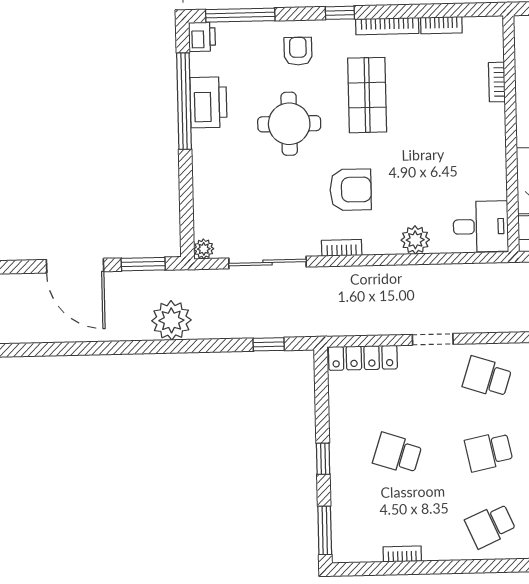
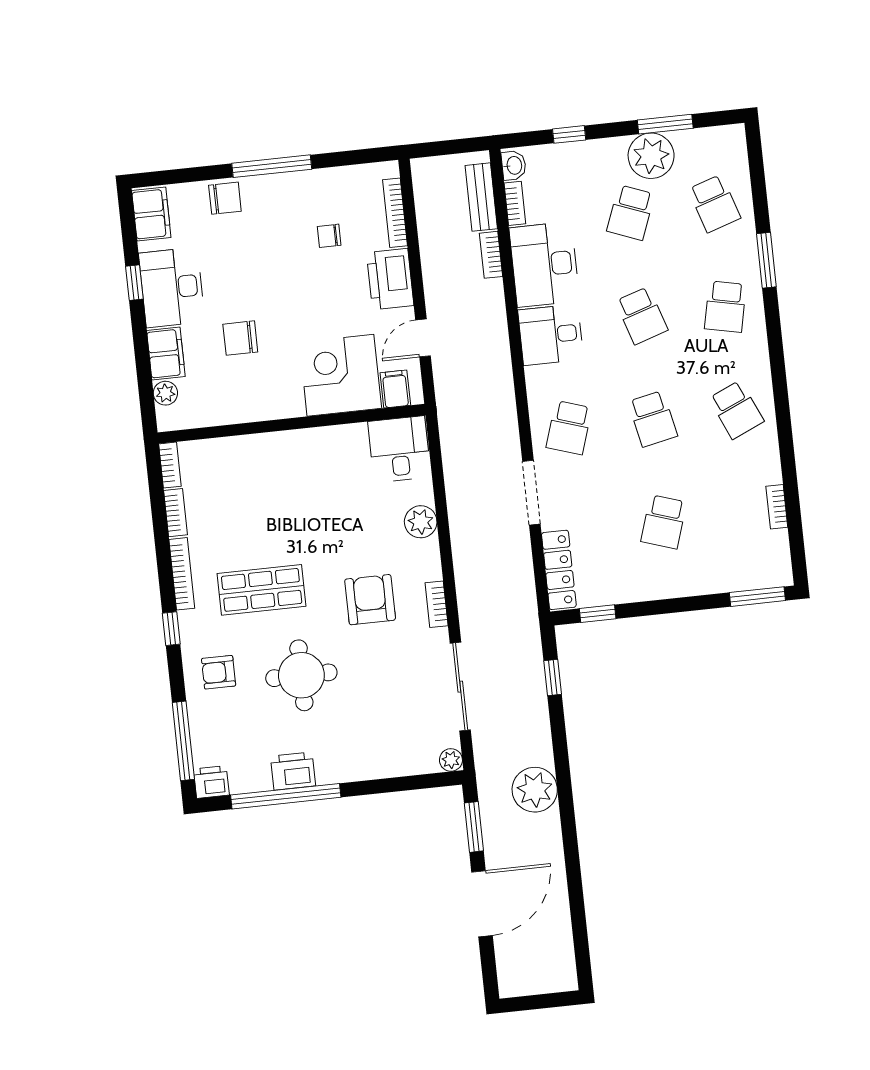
bookcase: (497, 82) -> (170, 465), moved, turned -90
printer: (208, 102) -> (293, 771), width x0.73, depth x0.84
doorway: (433, 339) -> (531, 493), width x1.38
window: (323, 459) -> (598, 614), moved

